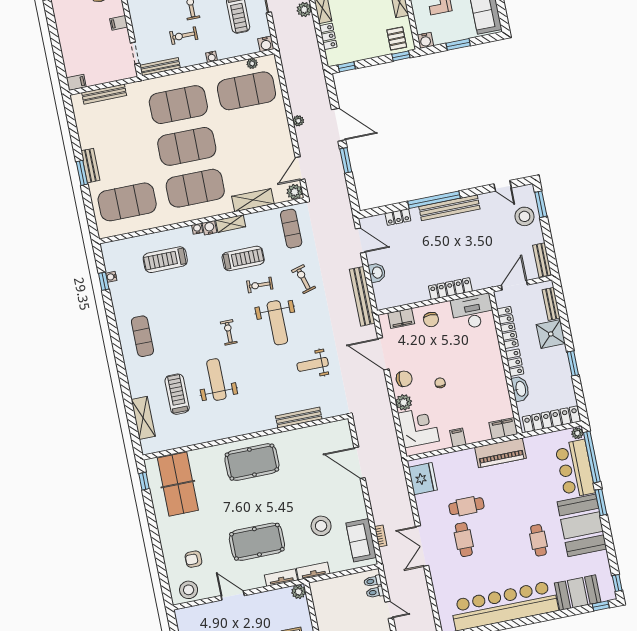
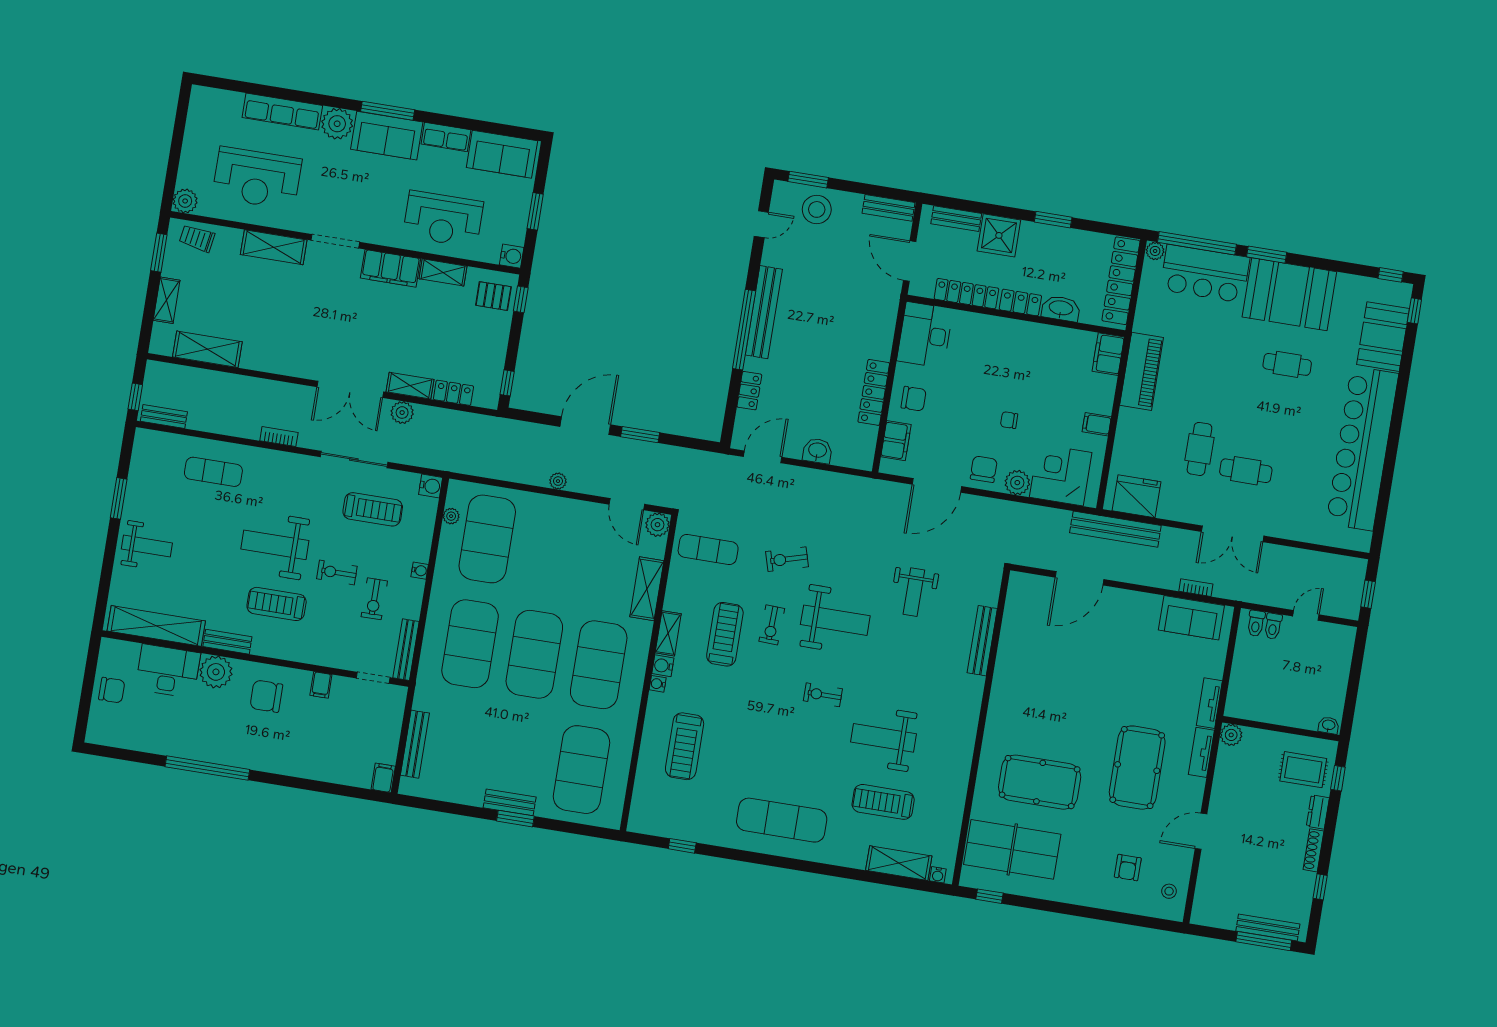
water cooler: (111, 277) -> (938, 875), moved
locker: (450, 289) -> (874, 392), moved
bench: (362, 296) -> (1115, 529), moved
exercise mat: (142, 336) -> (782, 820), width x1.36, depth x1.45
pool table: (252, 462) -> (1040, 782), moved, turned 90
stool: (321, 526) -> (1149, 667), removed
stool: (189, 590) -> (1169, 891), width x0.53, depth x0.53

